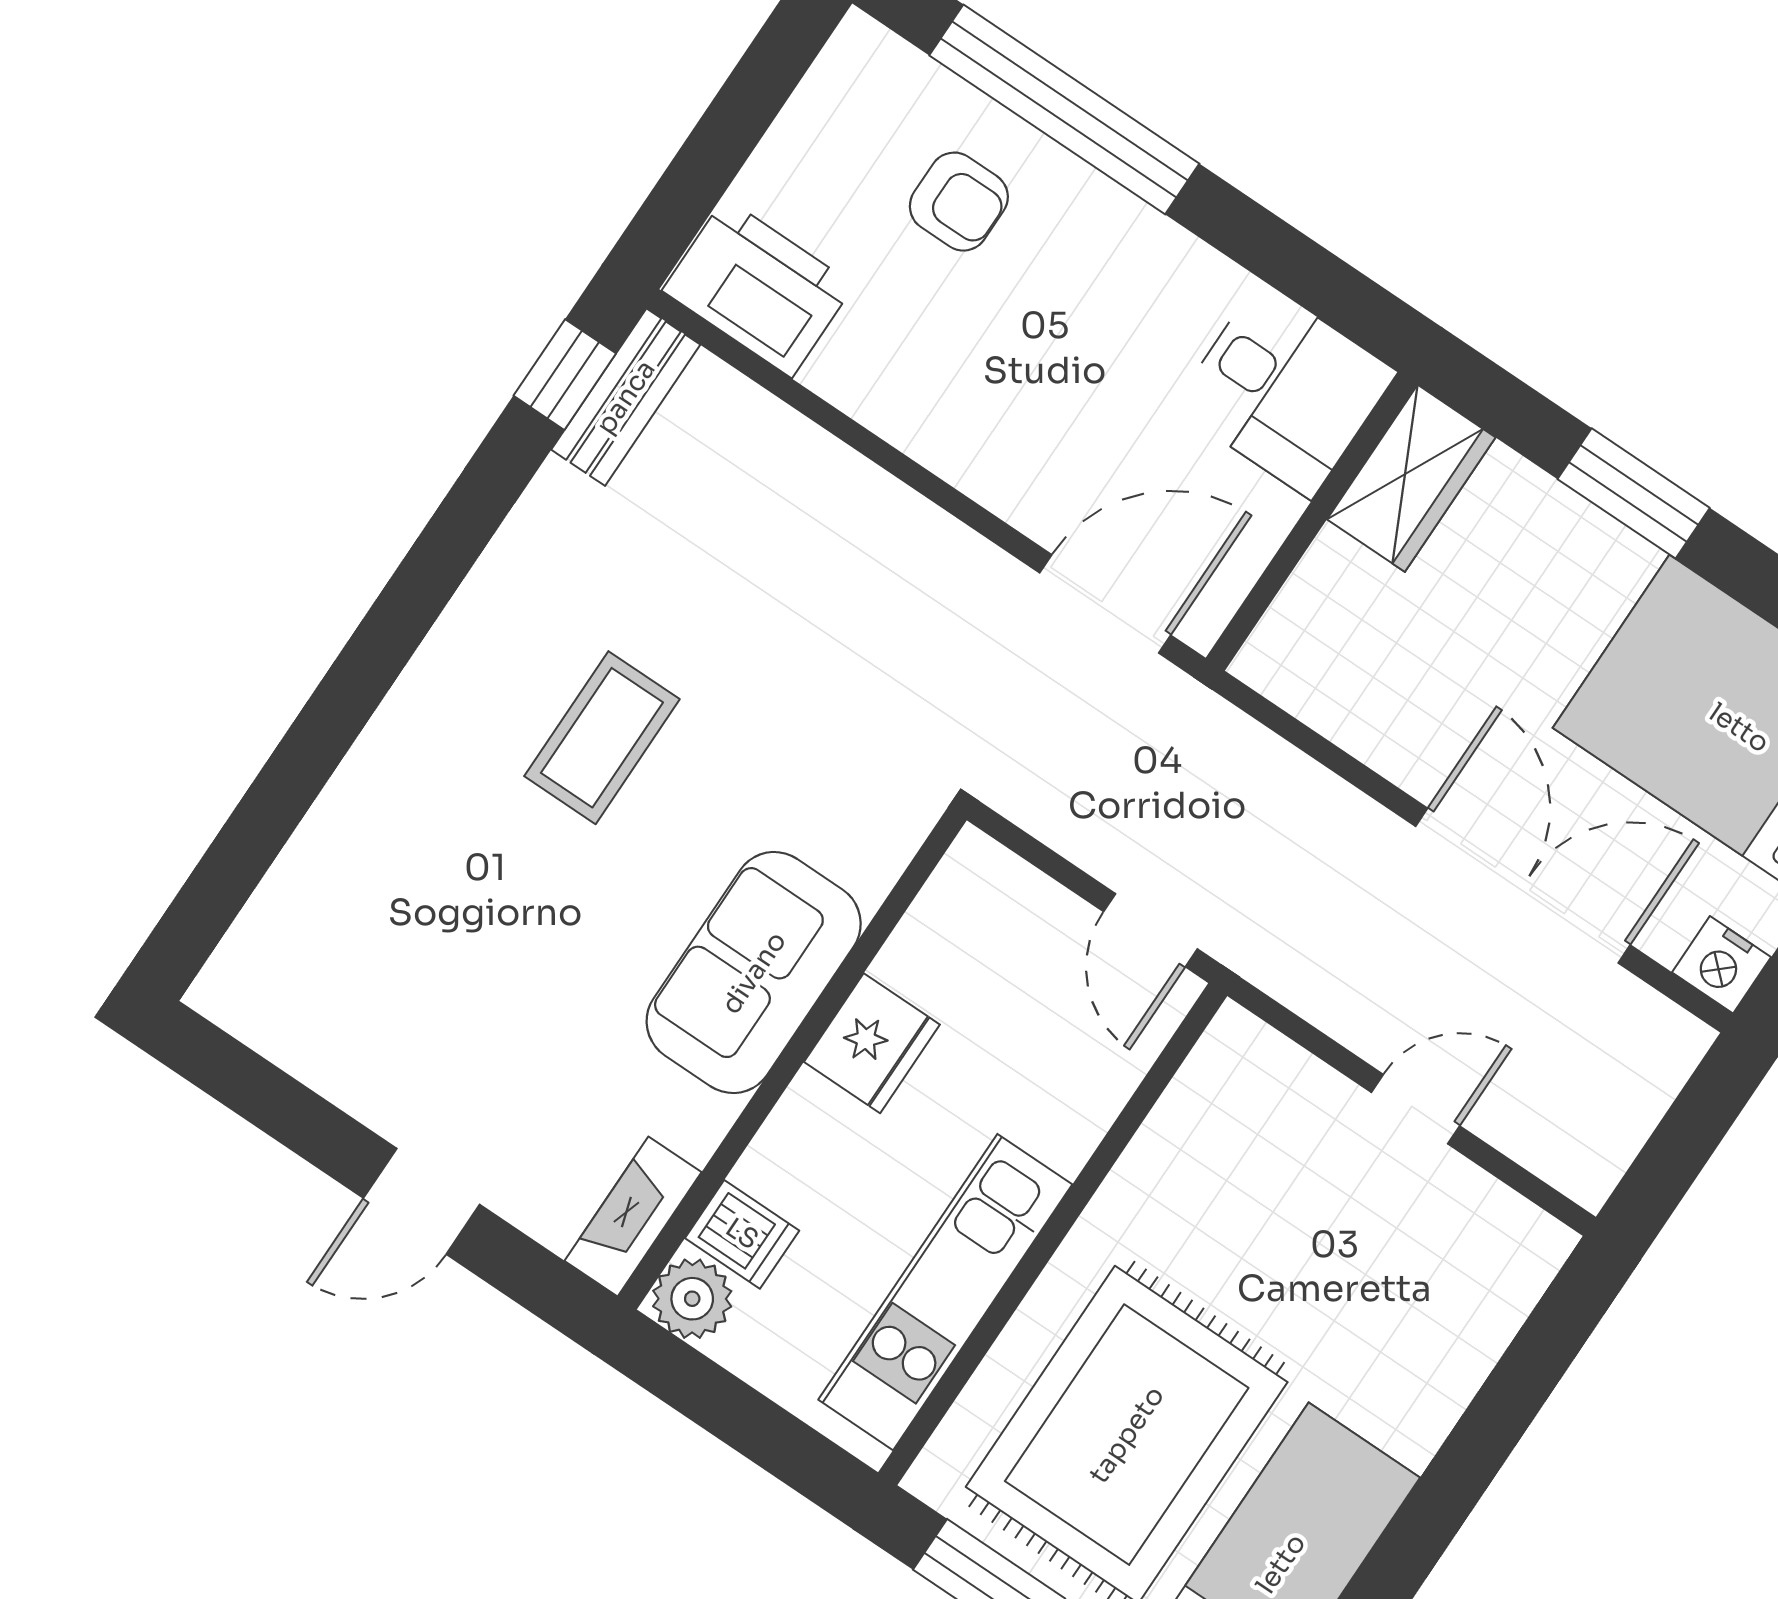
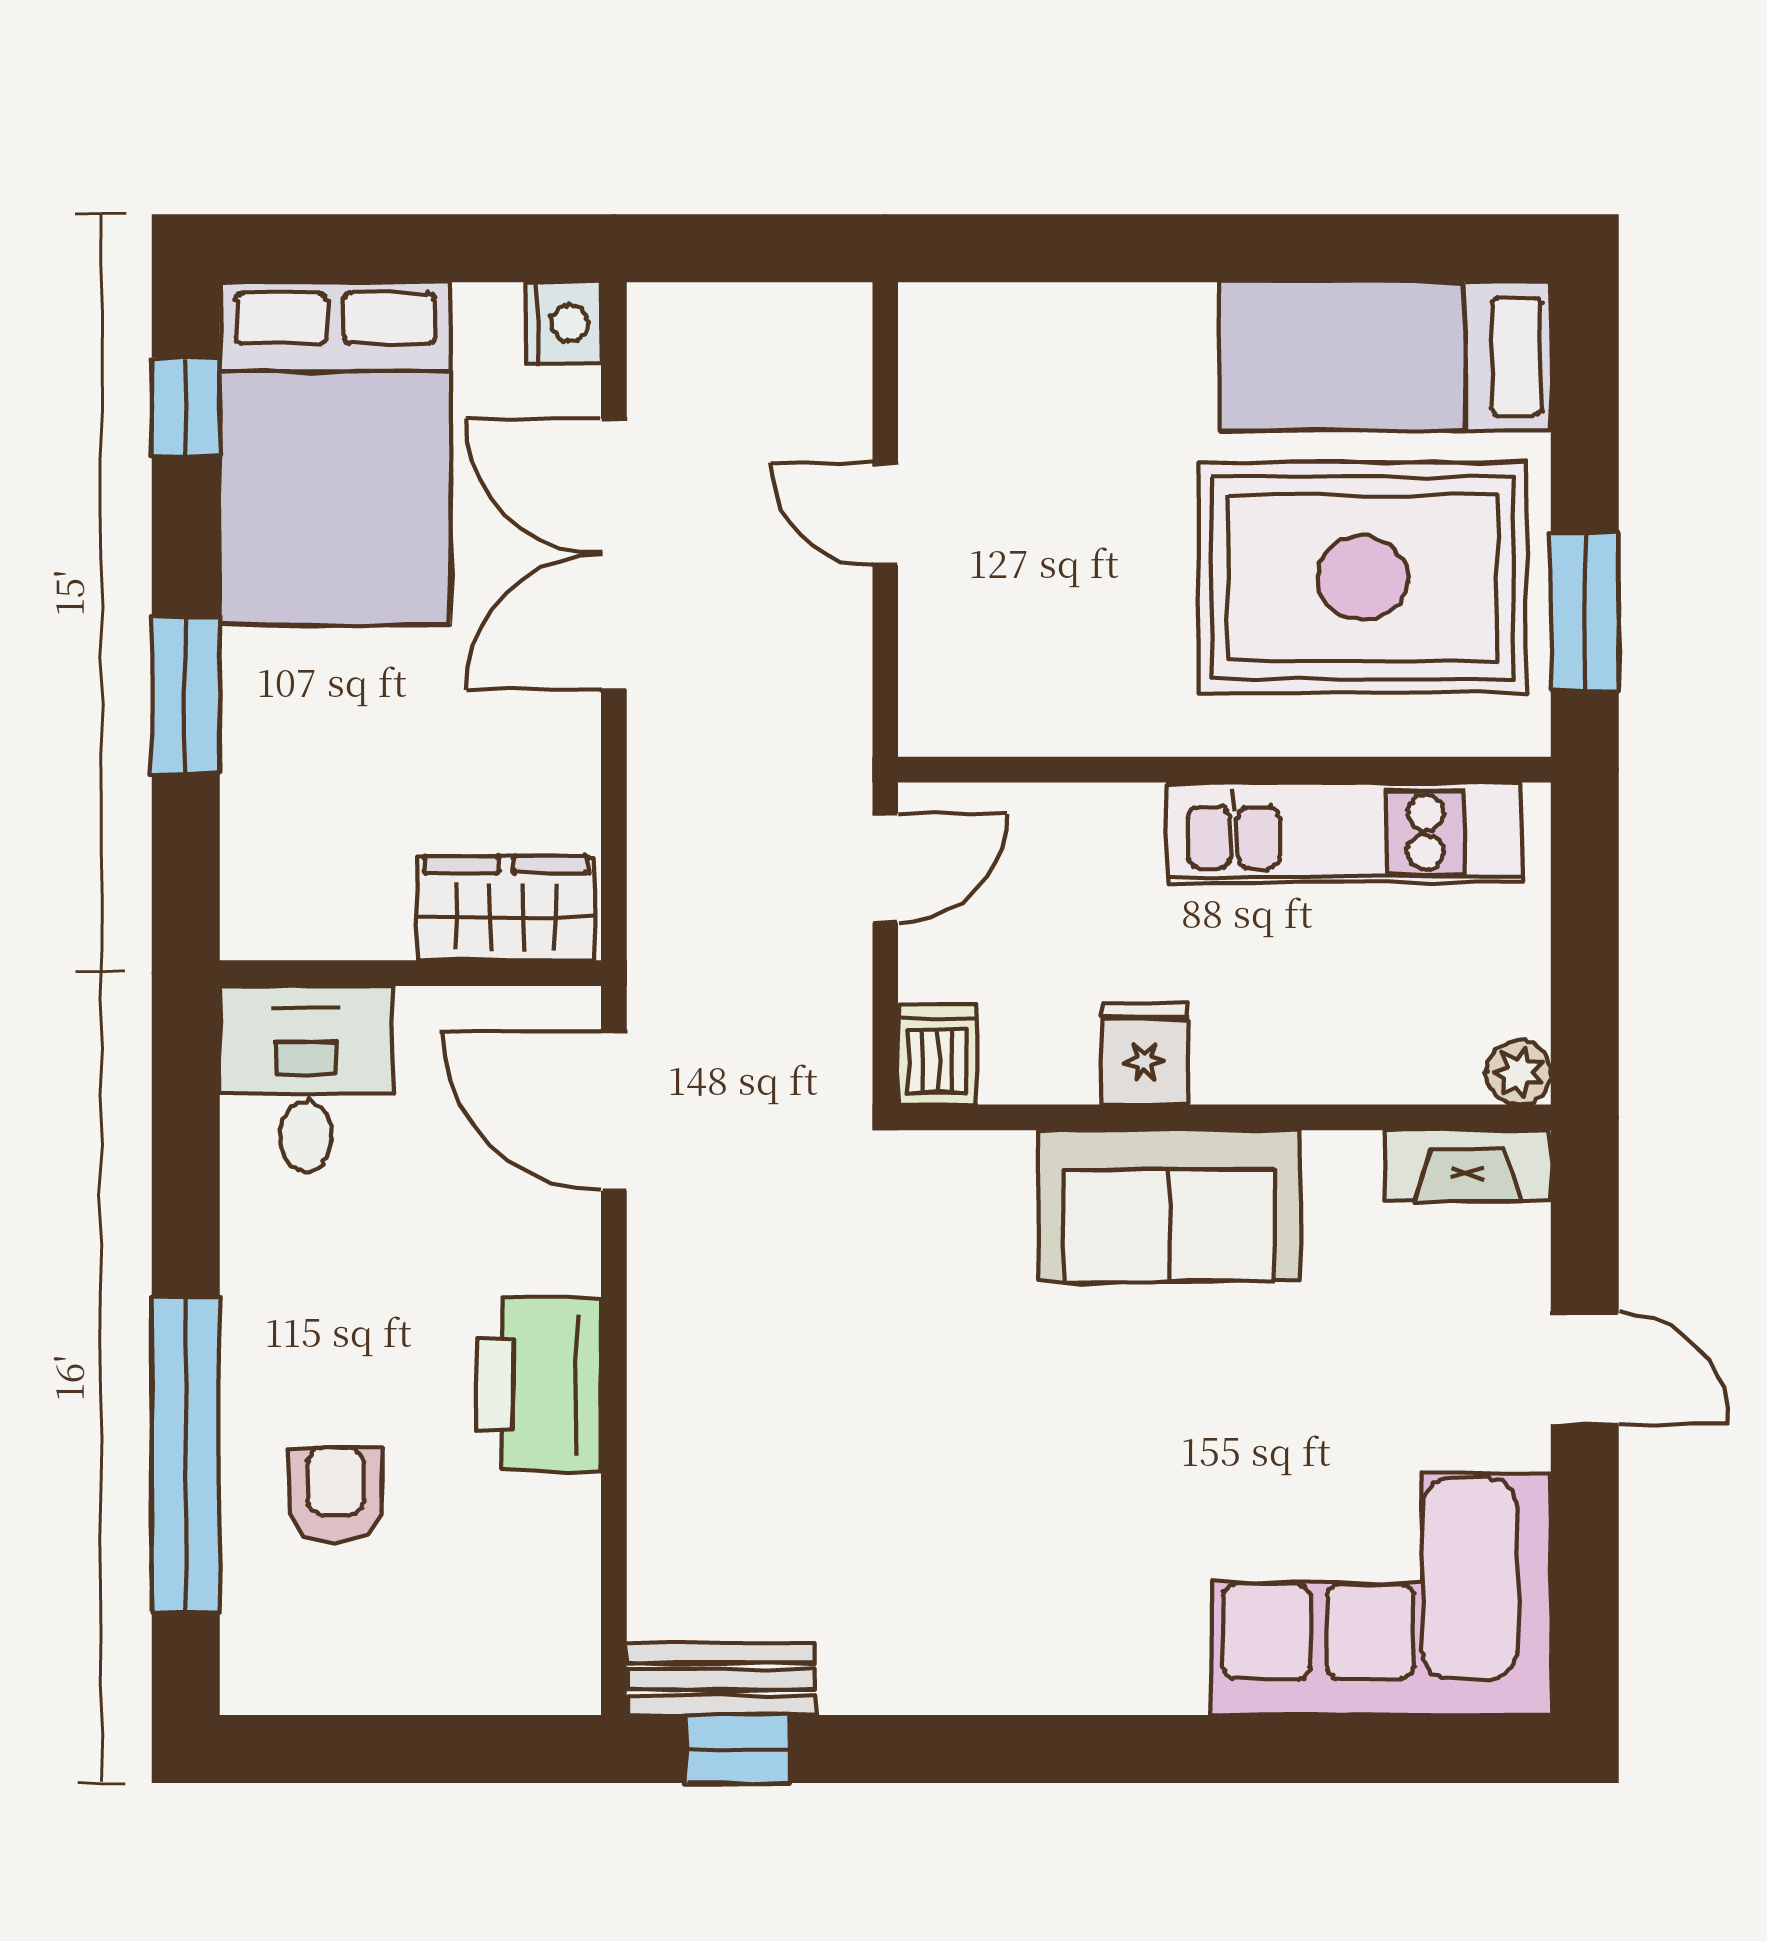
printer: (758, 288) -> (539, 1385), moved
wardrobe: (1411, 478) -> (506, 908), moved
coffee table: (602, 738) -> (1048, 1490), removed
corner sofa: (356, 935) -> (1381, 1594), added
fridge: (872, 1043) -> (1145, 1054), width x0.72
dishwasher: (742, 1234) -> (937, 1054), moved
plant: (692, 1299) -> (1519, 1072), width x0.73, depth x0.73

